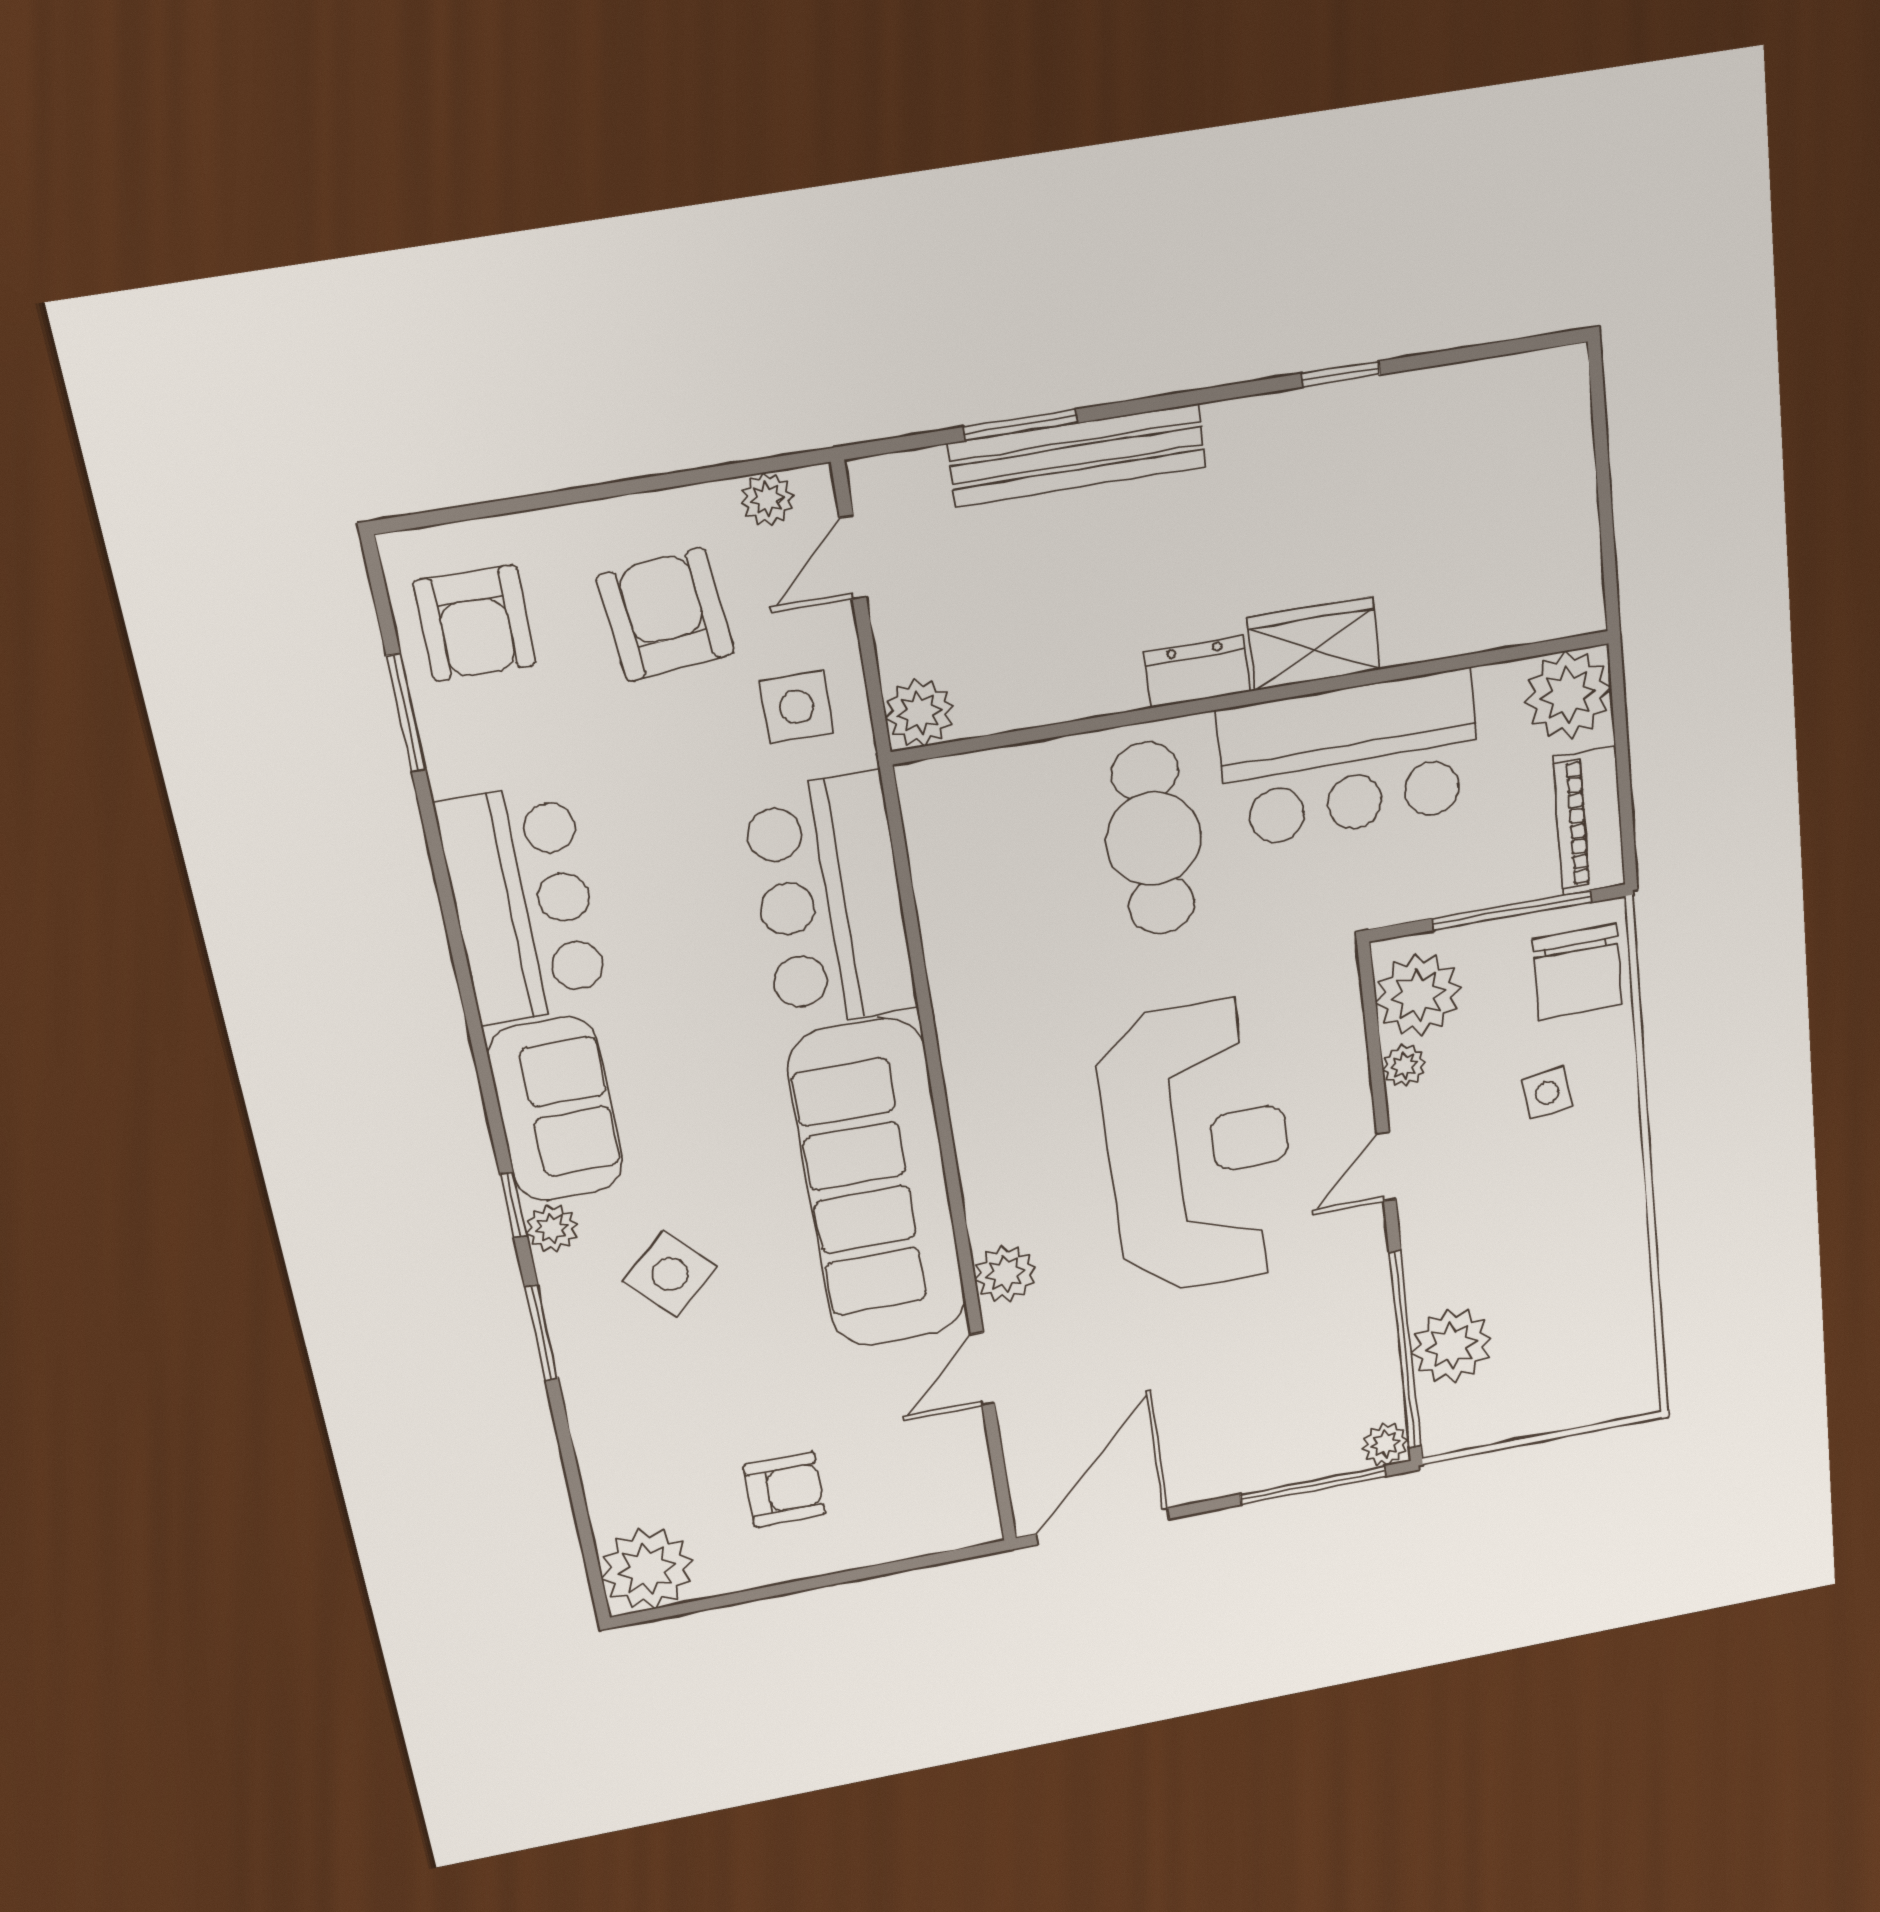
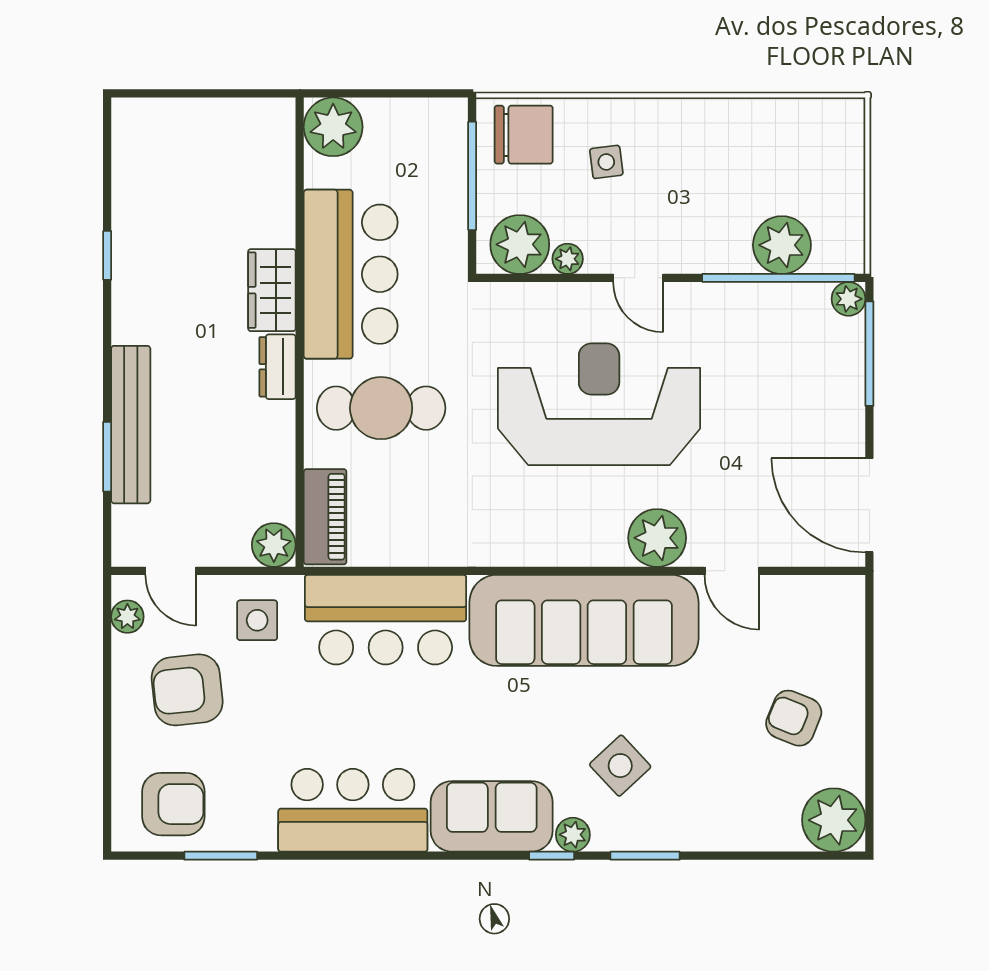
piano: (1589, 821) -> (325, 517), moved, turned -90
plant: (1005, 1274) -> (657, 538), width x1.36, depth x1.36
armchair: (784, 1490) -> (794, 718), turned -68

